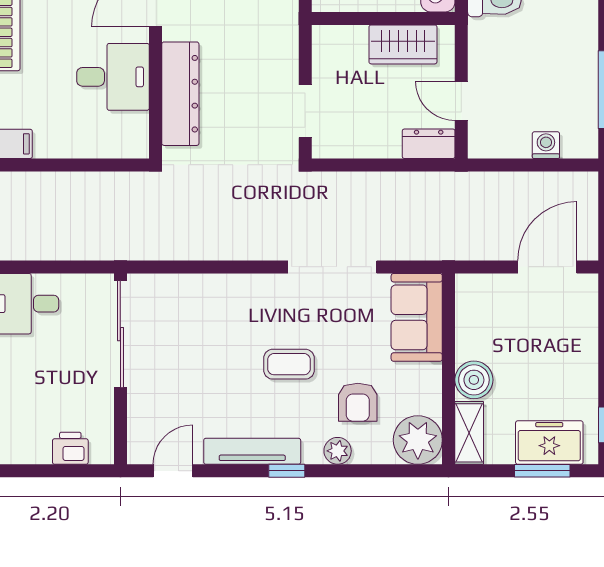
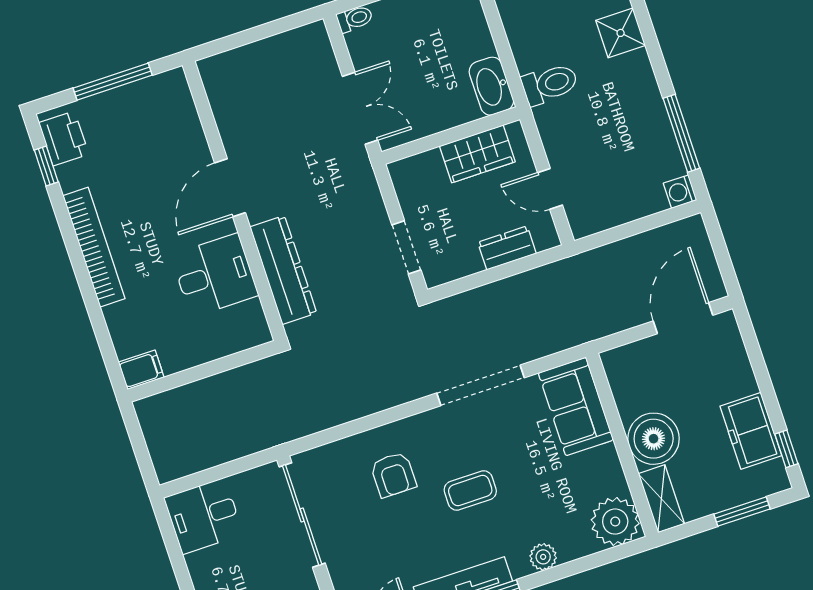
dresser: (429, 144) -> (507, 248), moved
washing machine: (546, 145) -> (680, 192), moved, turned -90
boiler: (474, 380) -> (654, 439), width x1.37, depth x1.37
armchair: (358, 402) -> (393, 475), moved
freezer: (549, 443) -> (751, 431), moved, turned -90

